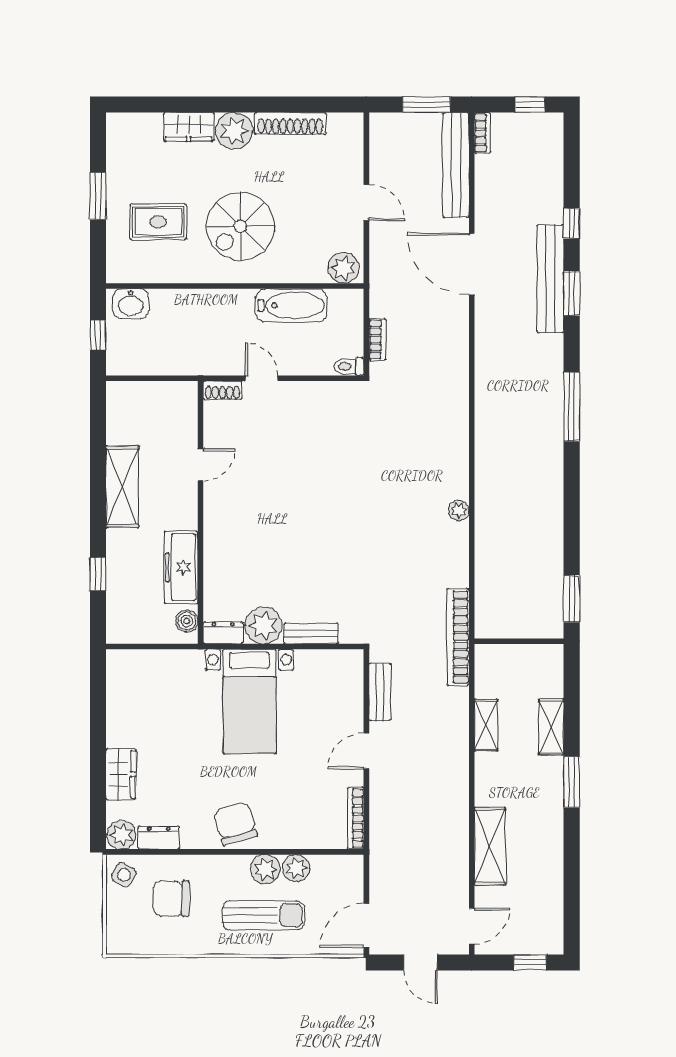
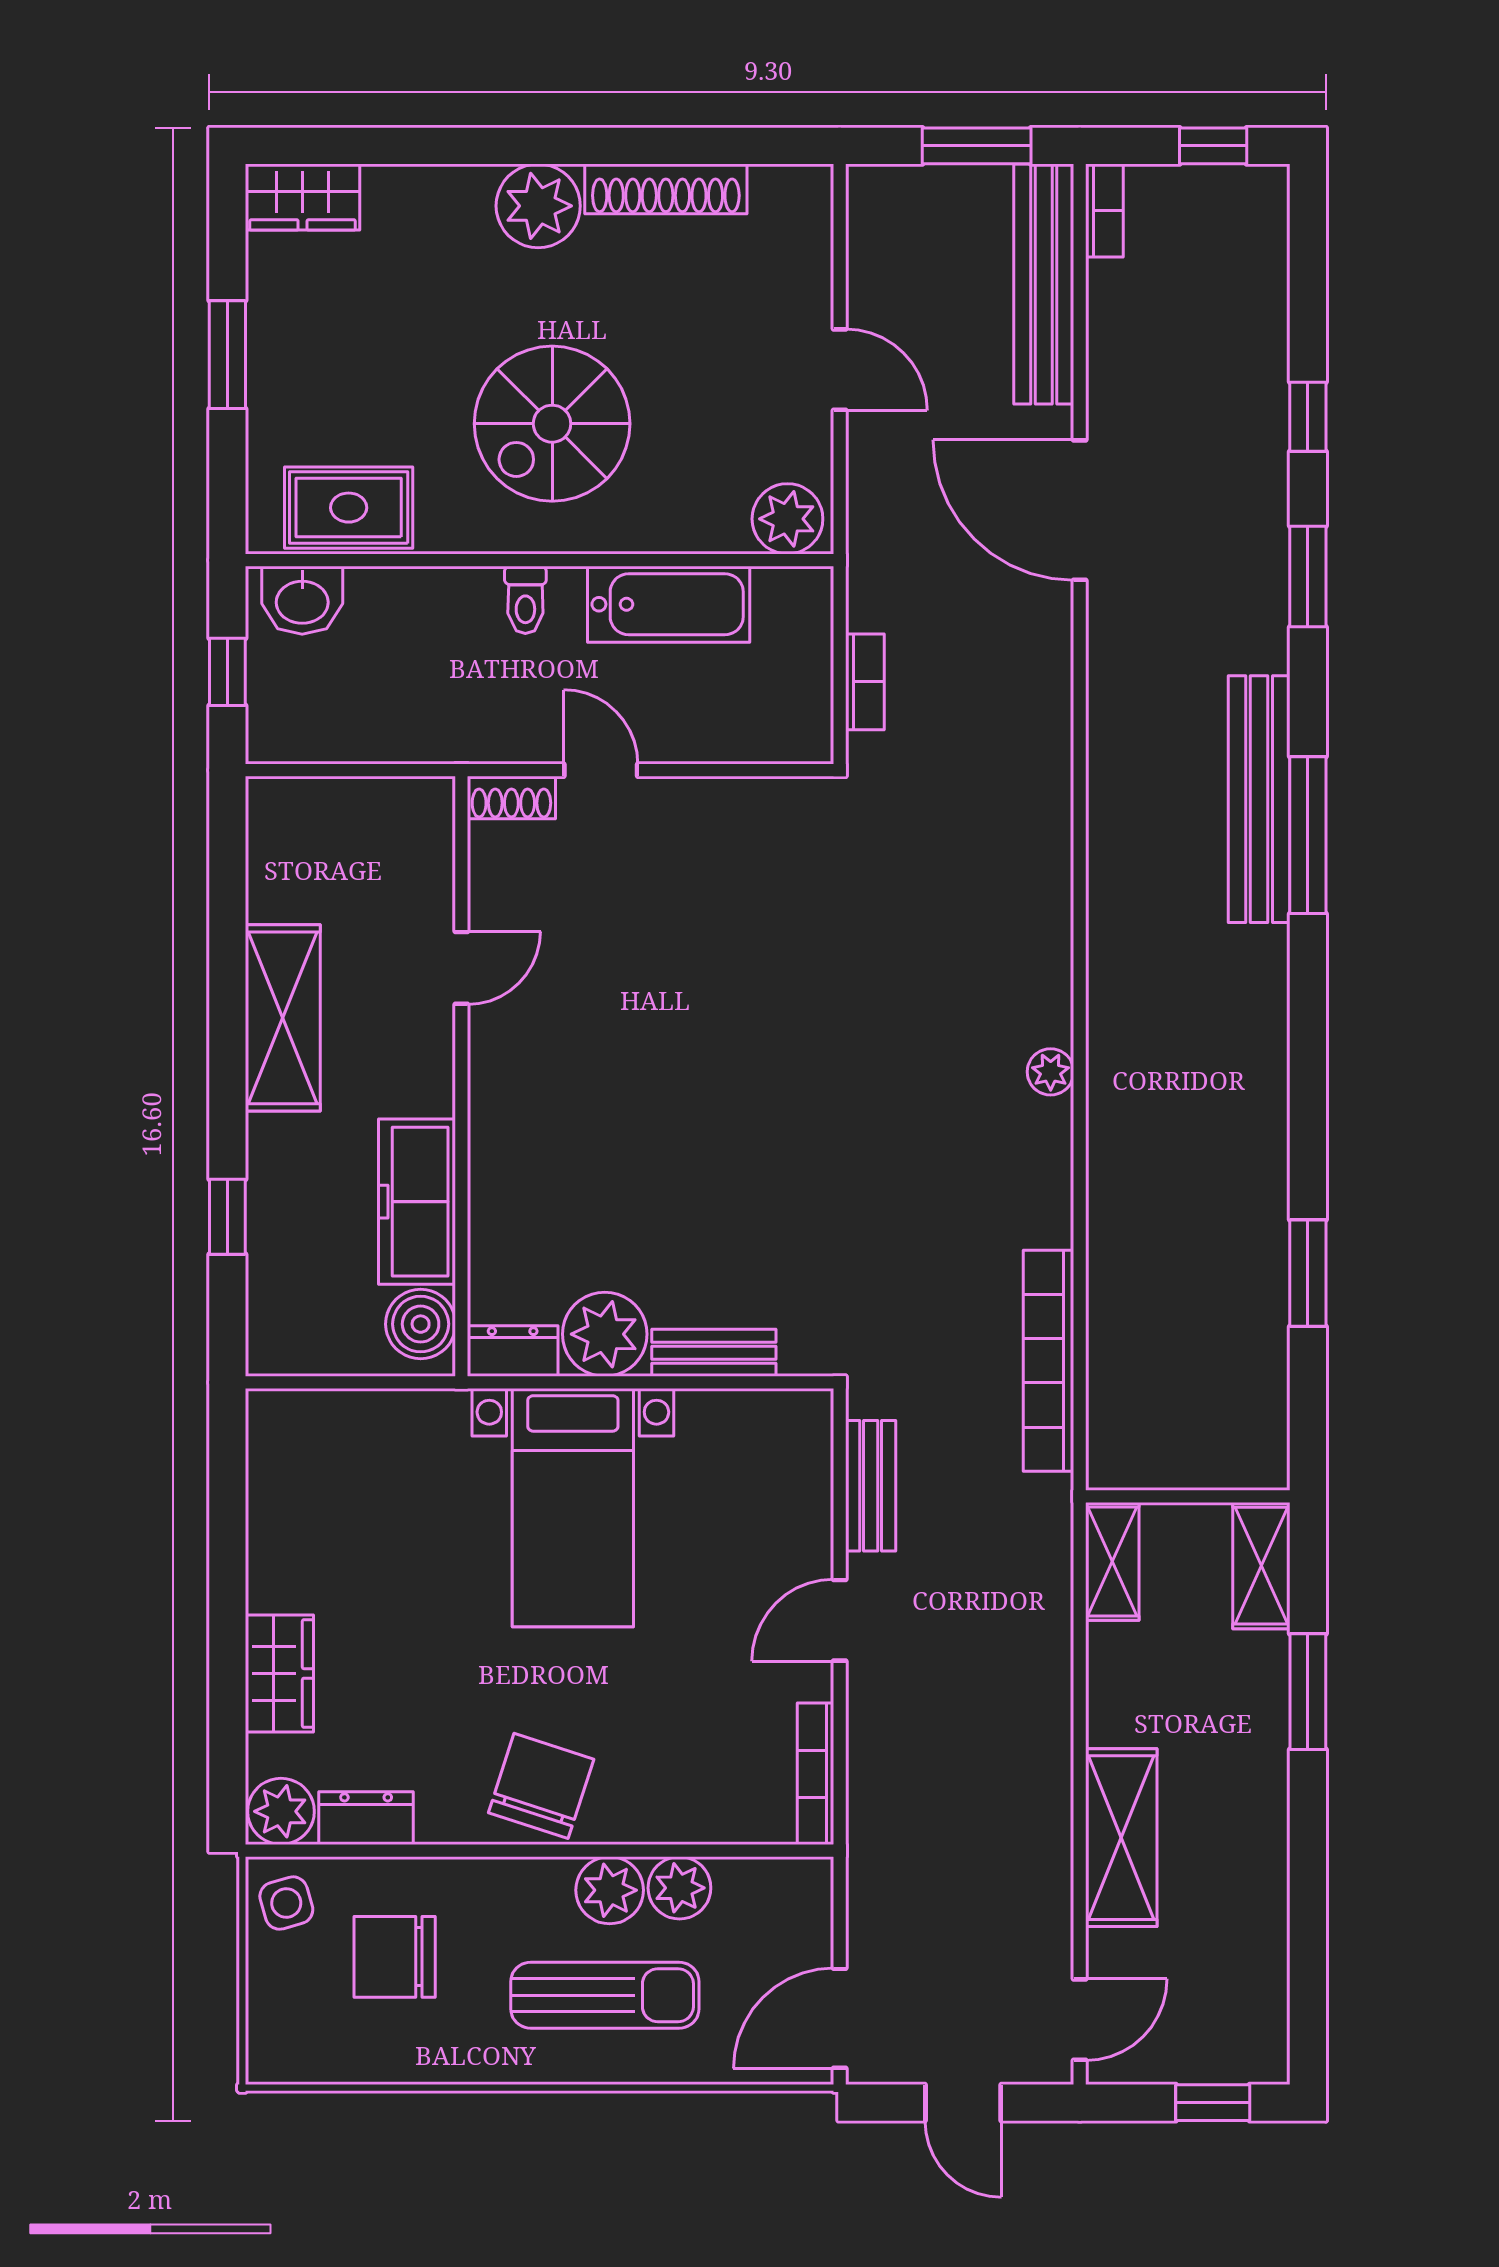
wardrobe: (189, 127) -> (303, 197), moved
rug: (158, 222) -> (349, 508), moved
bench: (550, 279) -> (1259, 799), moved
toilet: (349, 366) -> (525, 600), moved, turned -90
boiler: (187, 621) -> (421, 1324), width x1.36, depth x1.36
wall: (519, 641) -> (1188, 1496), moved
chair: (236, 824) -> (541, 1786), turned 34
side table: (124, 875) -> (286, 1903), turned 45

